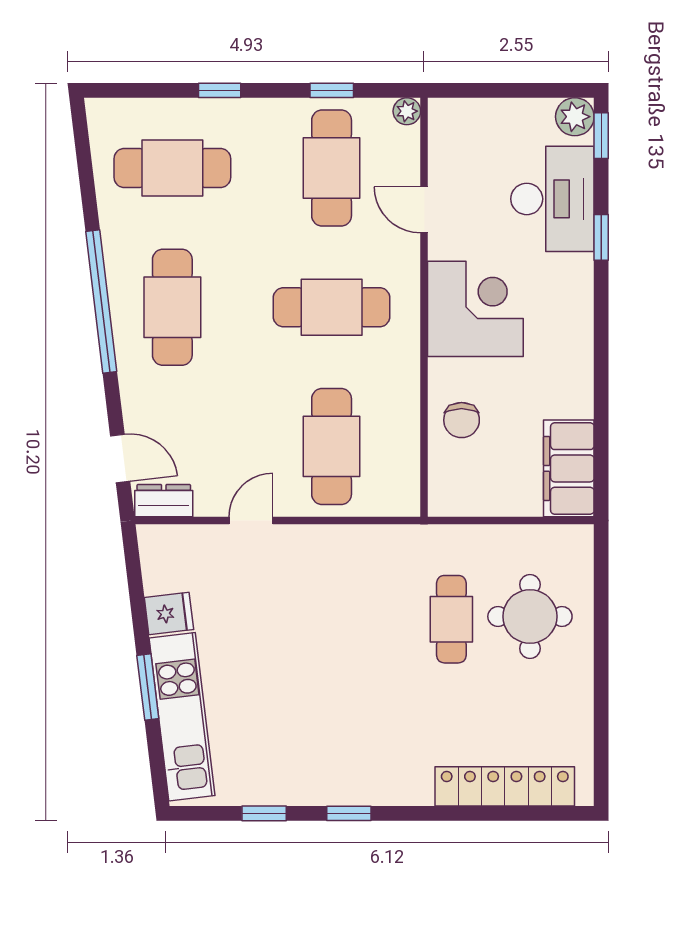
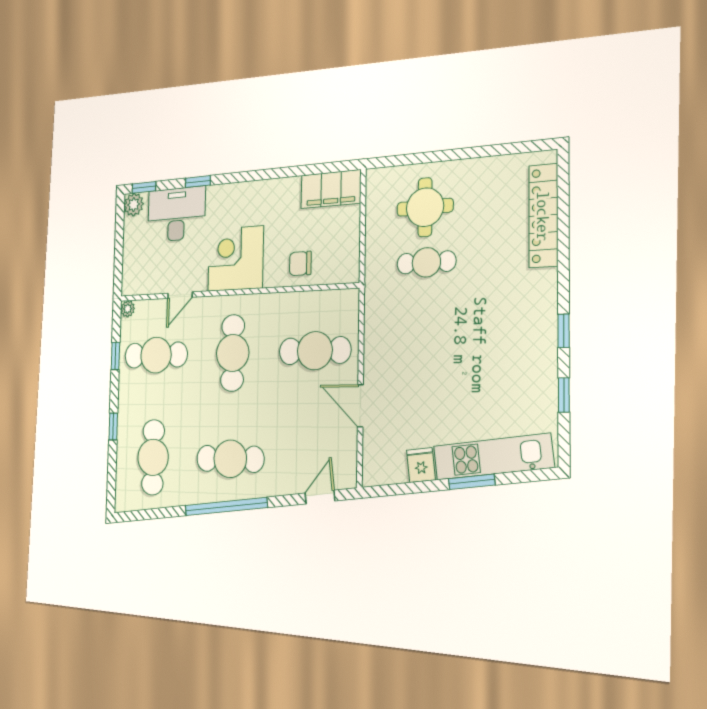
chair: (462, 420) -> (300, 263), turned 180
dresser: (164, 501) -> (347, 467), removed
door: (251, 521) -> (360, 406), width x1.37

